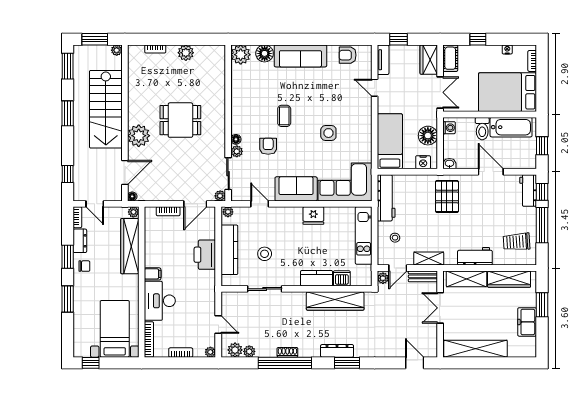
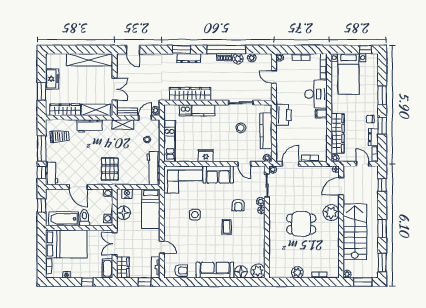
printer: (205, 255) -> (284, 115), moved
plant: (235, 350) -> (238, 59), moved

